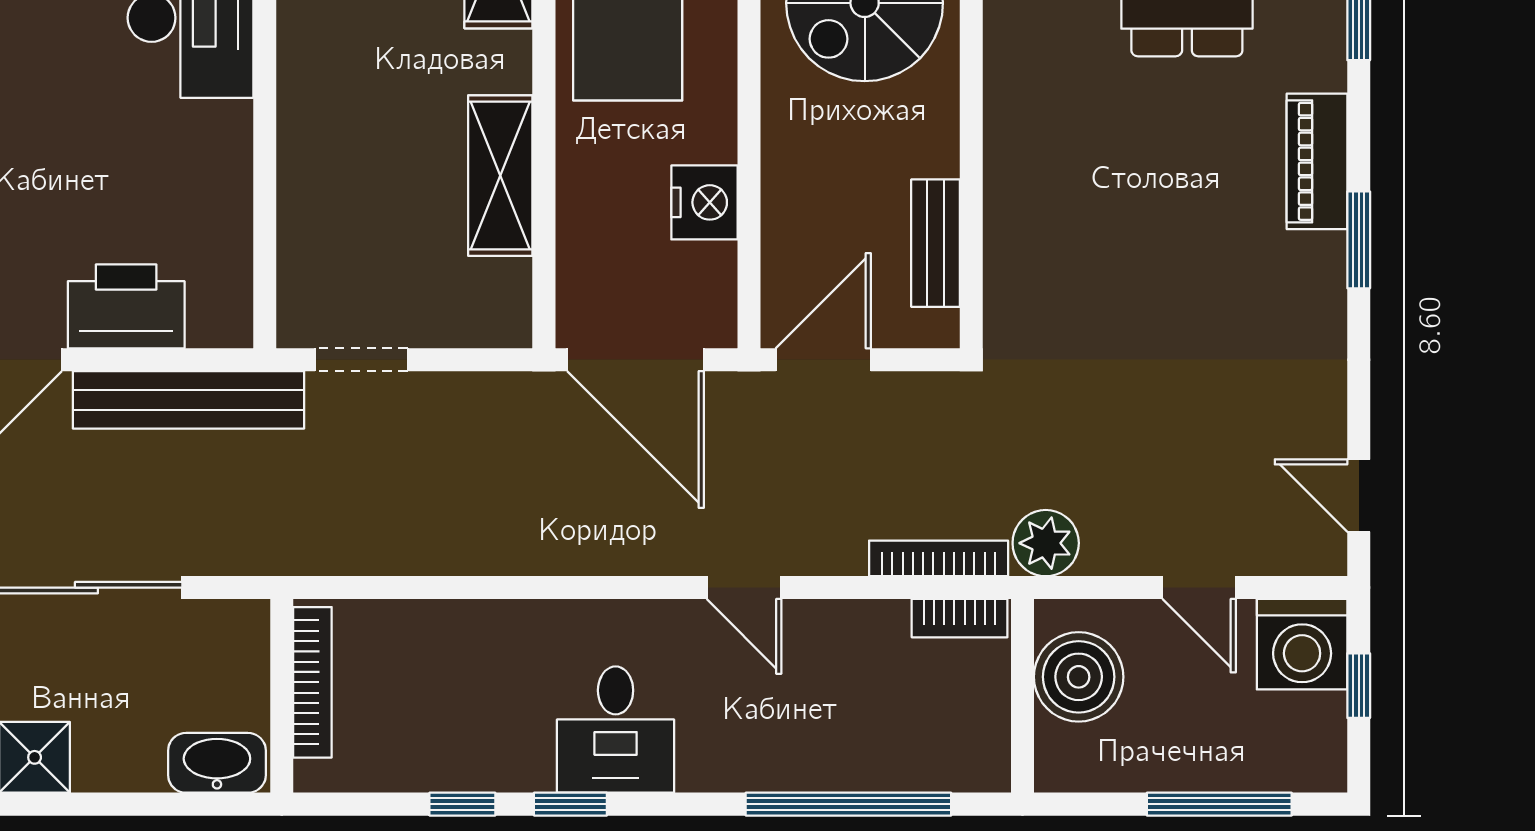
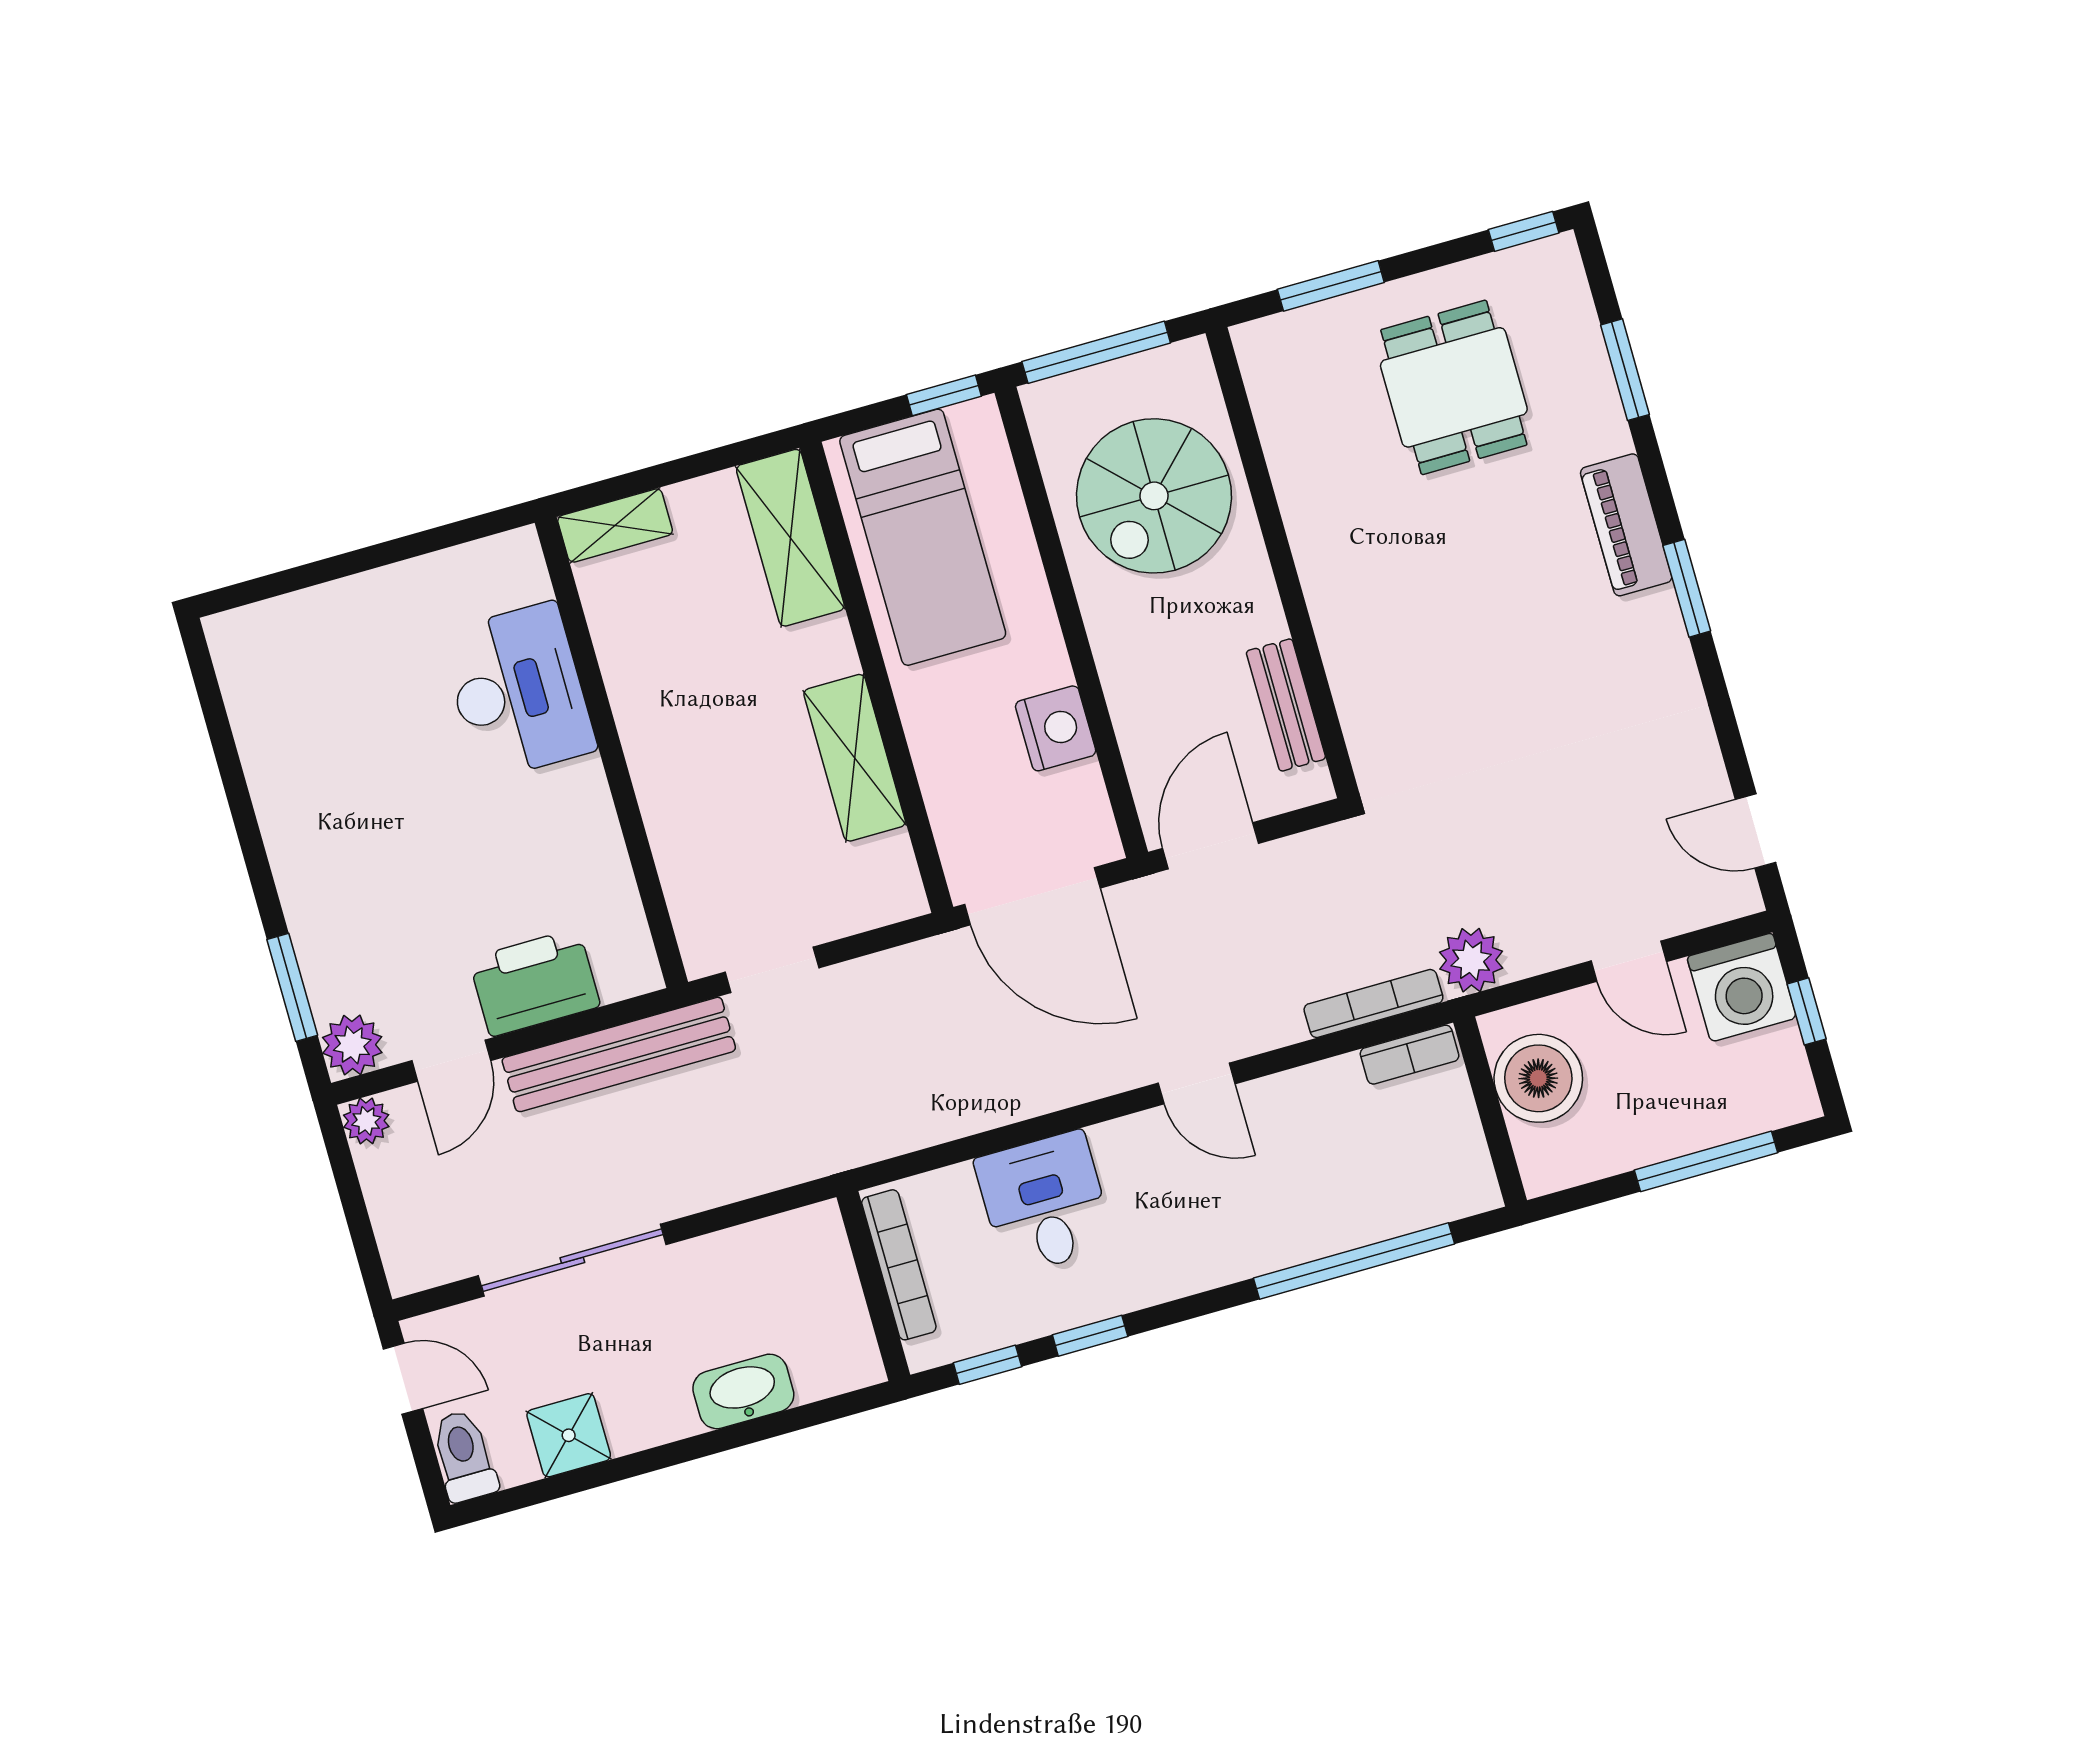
bookcase: (312, 682) -> (899, 1265), moved
wall: (282, 696) -> (873, 1286), moved
desk: (616, 730) -> (1044, 1203), moved, turned 180

